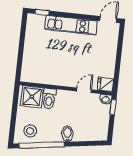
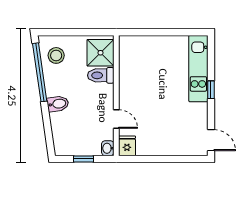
window: (42, 12) -> (211, 90), moved
kitchen unit: (71, 25) -> (198, 69), moved
window: (113, 107) -> (83, 159), moved

